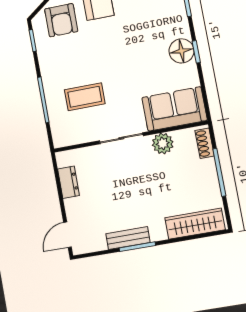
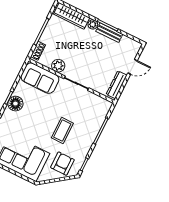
coffee table: (85, 97) -> (62, 130), moved, turned 90
dresser: (68, 182) -> (117, 85), width x1.44
plant: (158, 233) -> (93, 24), added
door: (67, 235) -> (133, 67), moved

